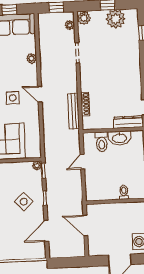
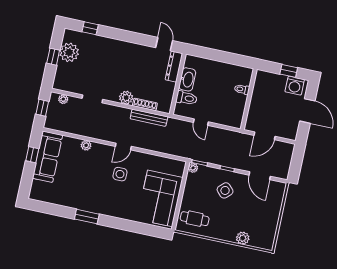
plant: (84, 18) -> (126, 98), moved

